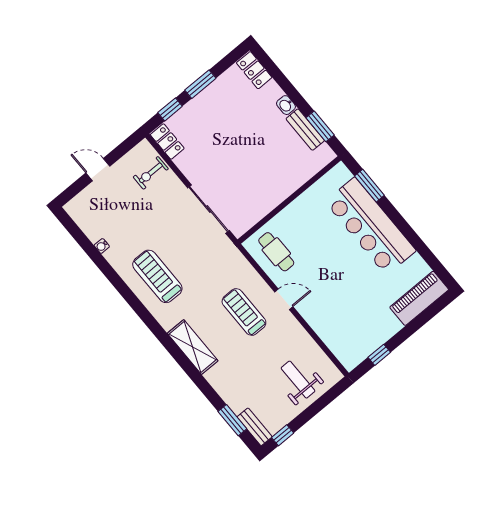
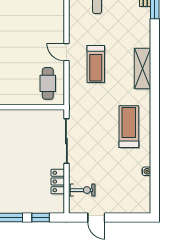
locker: (167, 141) -> (58, 182), moved
door: (98, 170) -> (96, 218), moved
treadmill: (157, 276) -> (129, 127), turned 180

